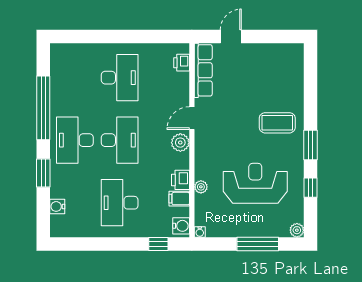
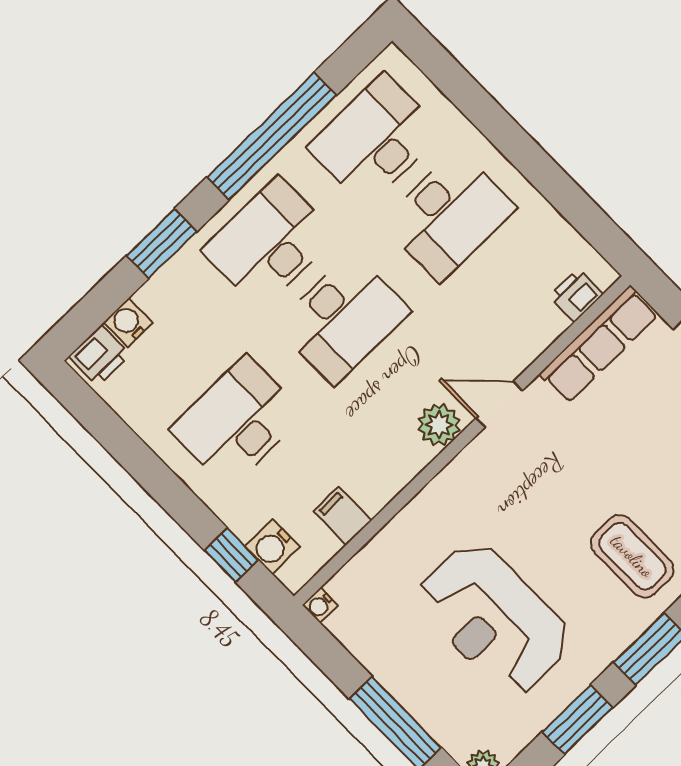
desk: (75, 78) -> (375, 140), added
printer: (181, 180) -> (99, 356), moved, turned 180
reception desk: (255, 183) -> (494, 619), turned 180
plant: (201, 187) -> (398, 533), removed
window: (311, 188) -> (578, 720), width x1.50
water cooler: (181, 226) -> (273, 547), moved, turned 90

